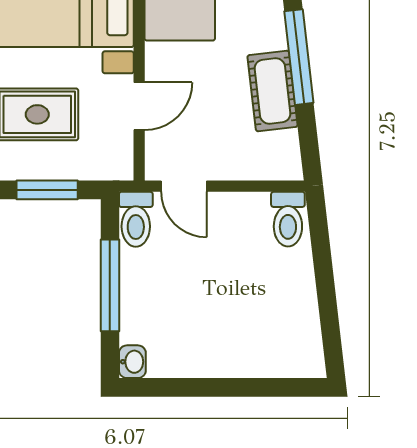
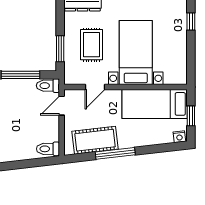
cot: (273, 91) -> (95, 140), width x1.37, depth x1.34
door: (139, 106) -> (95, 87), hinge flipped

